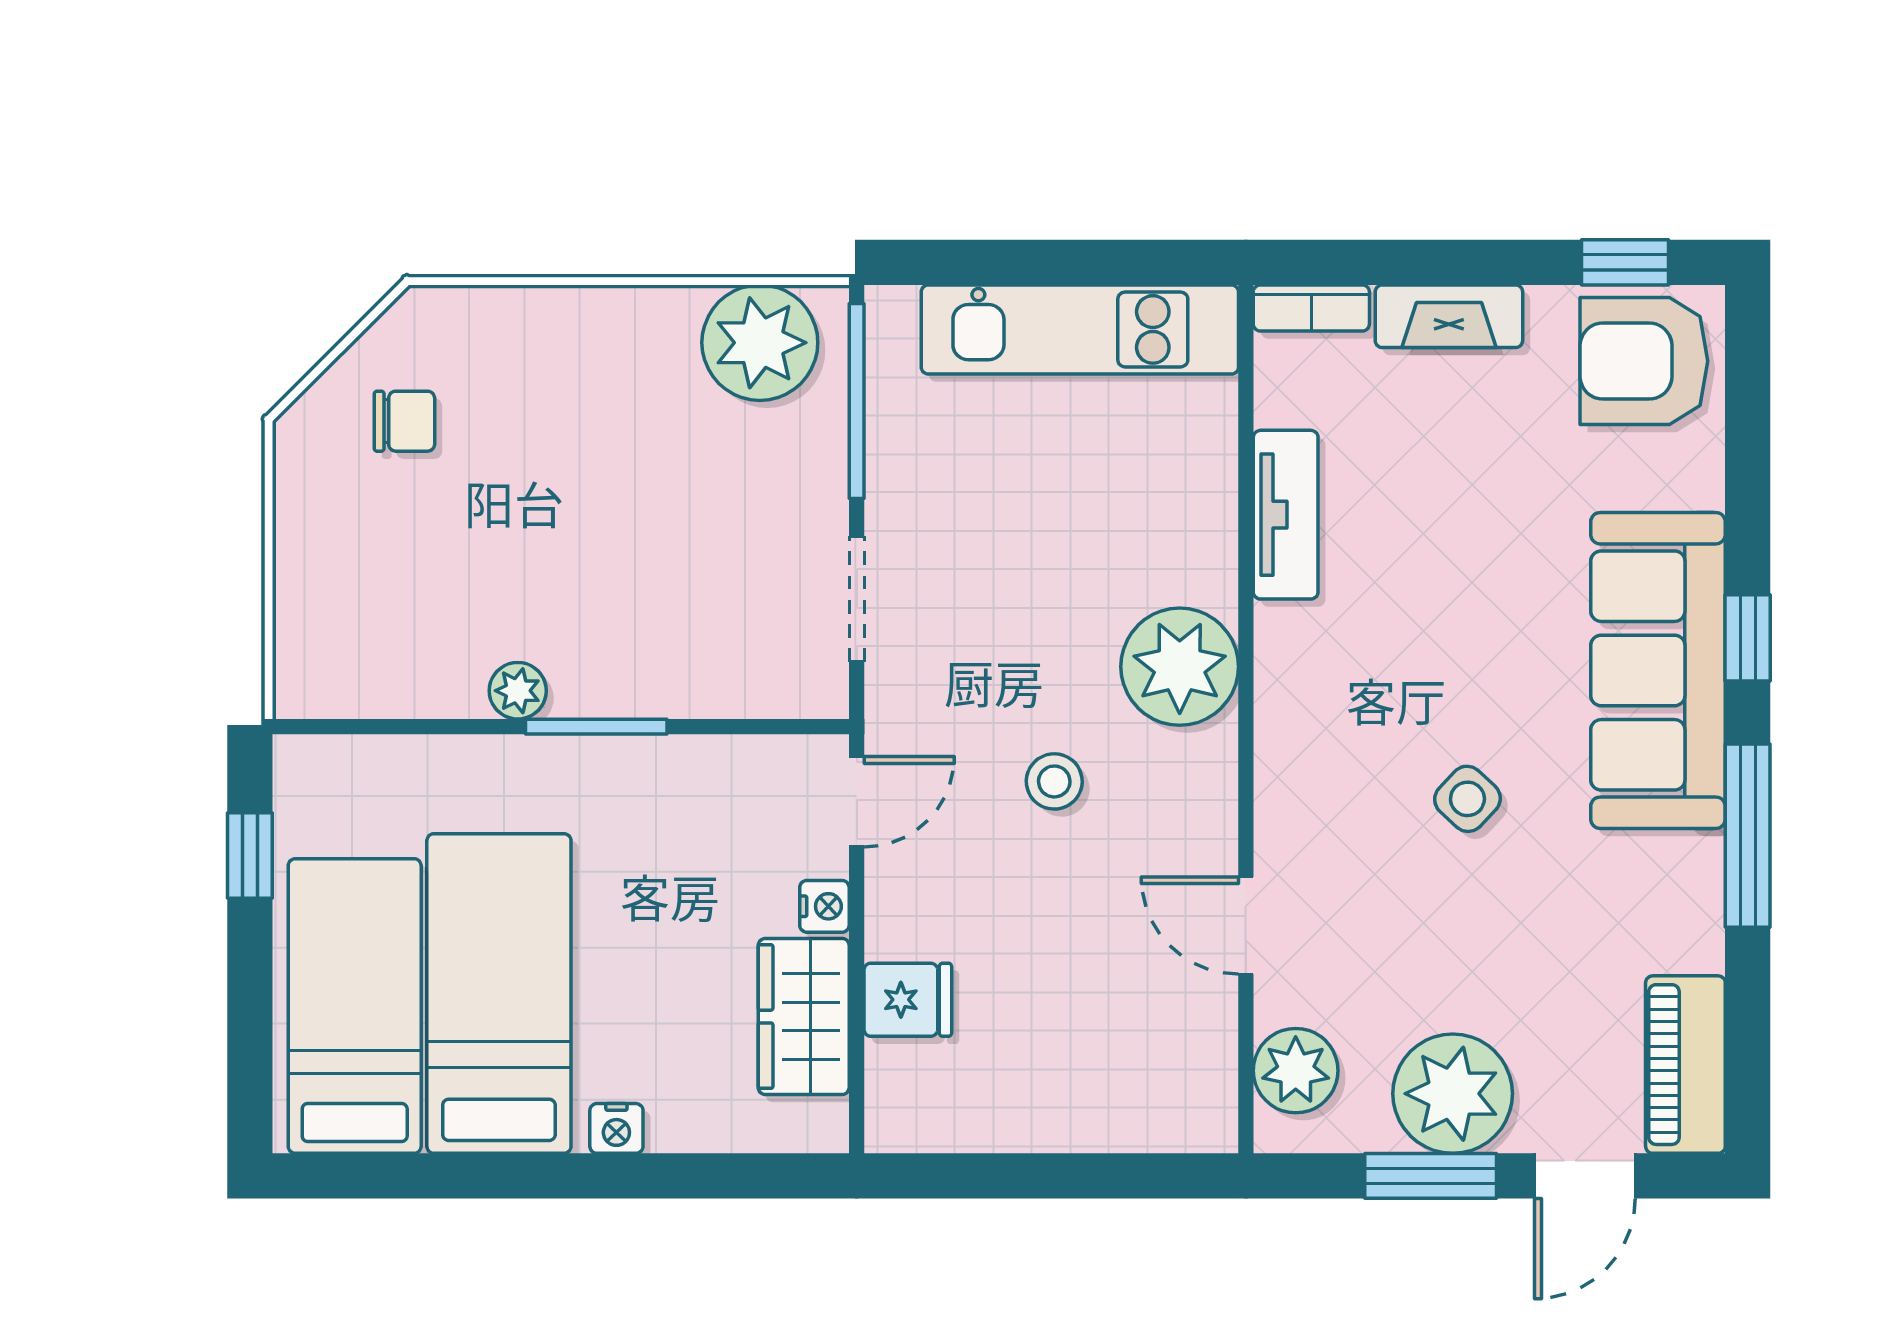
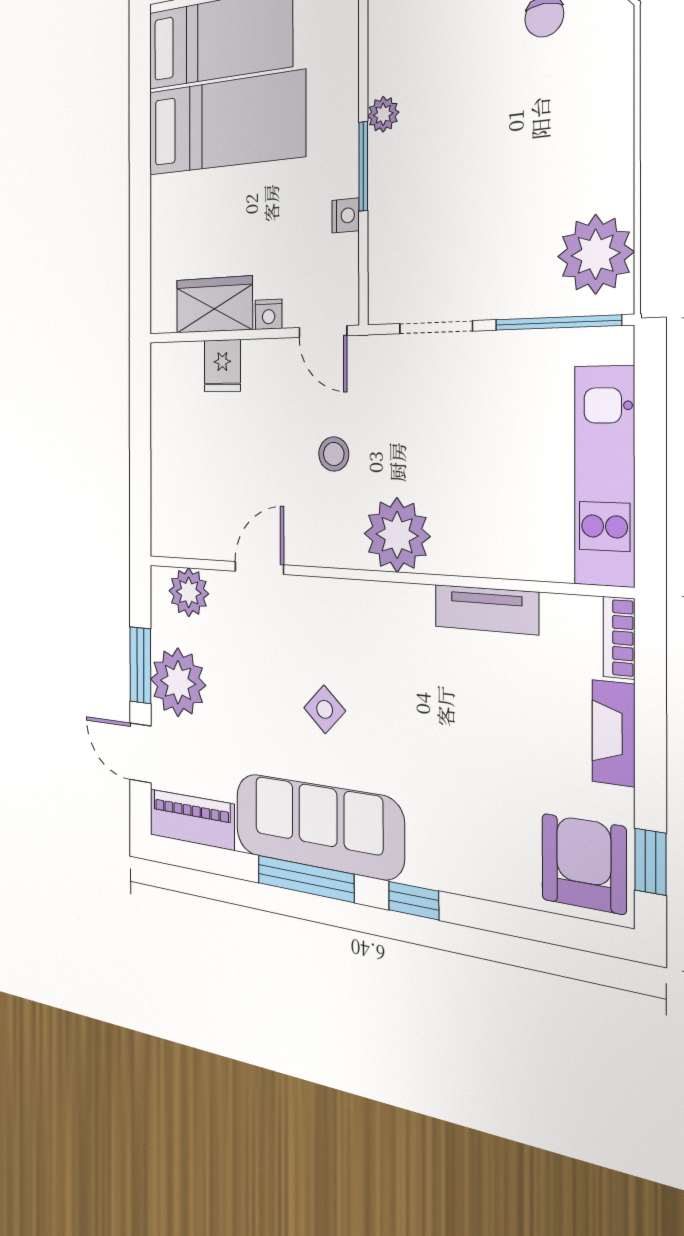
sofa: (1658, 670) -> (318, 826), moved
nightstand: (616, 1128) -> (346, 216), moved, turned 180

